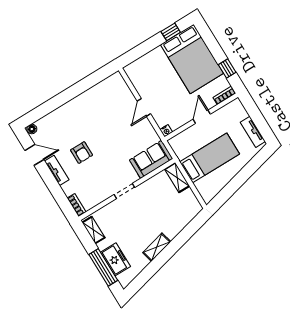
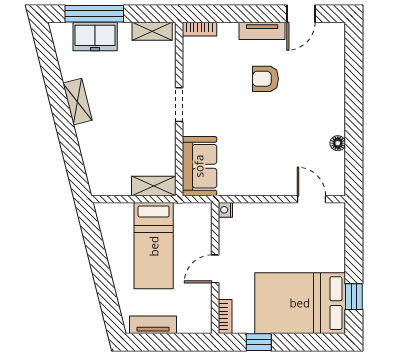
door: (144, 107) -> (311, 199), moved
door: (202, 117) -> (215, 269), swing flipped
floor lamp: (32, 129) -> (338, 143), moved

